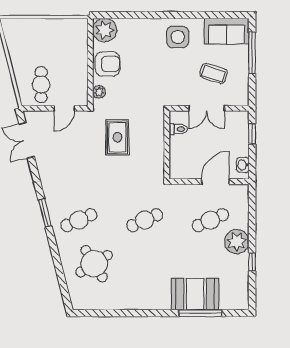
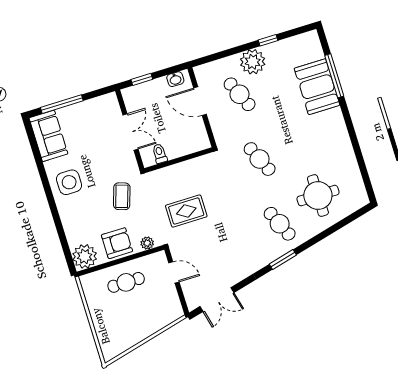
armchair: (108, 64) -> (117, 243), turned 90
coffee table: (214, 73) -> (122, 196), moved
cafe table: (41, 85) -> (126, 282), moved
round table: (94, 264) -> (318, 196), turned 32

